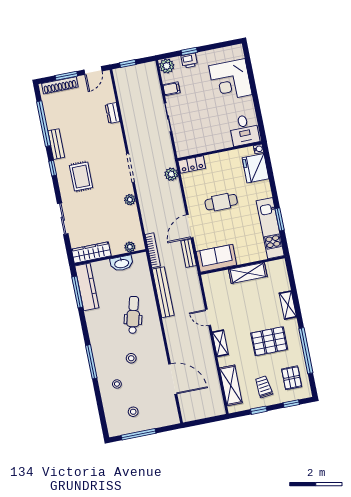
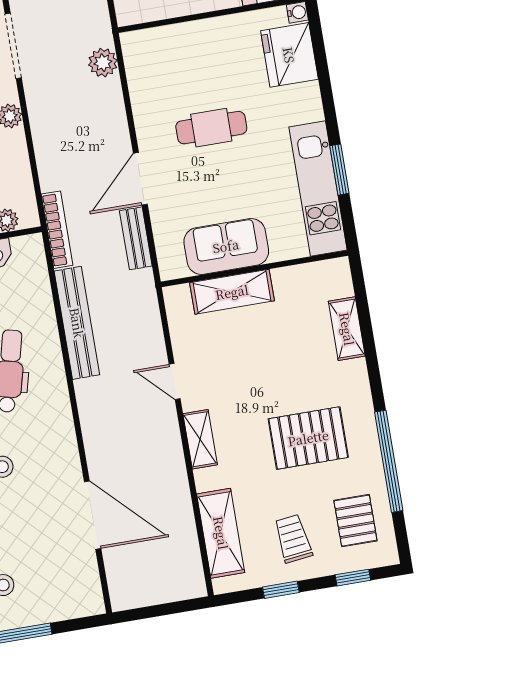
locker: (192, 164) -> (149, 42), removed
sofa: (216, 258) -> (226, 246), moved
shelving: (248, 273) -> (232, 292), moved
shelving: (288, 305) -> (347, 329), moved

